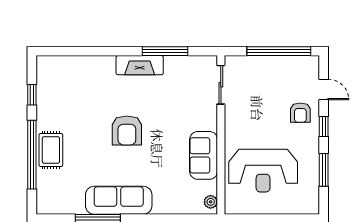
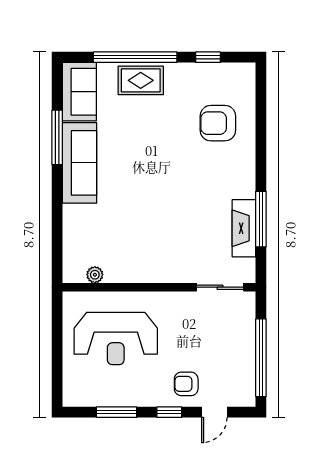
fireplace: (140, 65) -> (244, 228), moved
armchair: (127, 130) -> (218, 123), moved
sofa: (204, 155) -> (79, 92), moved, turned 90
reception desk: (263, 171) -> (116, 339), turned -90
plant: (211, 202) -> (95, 275), moved

